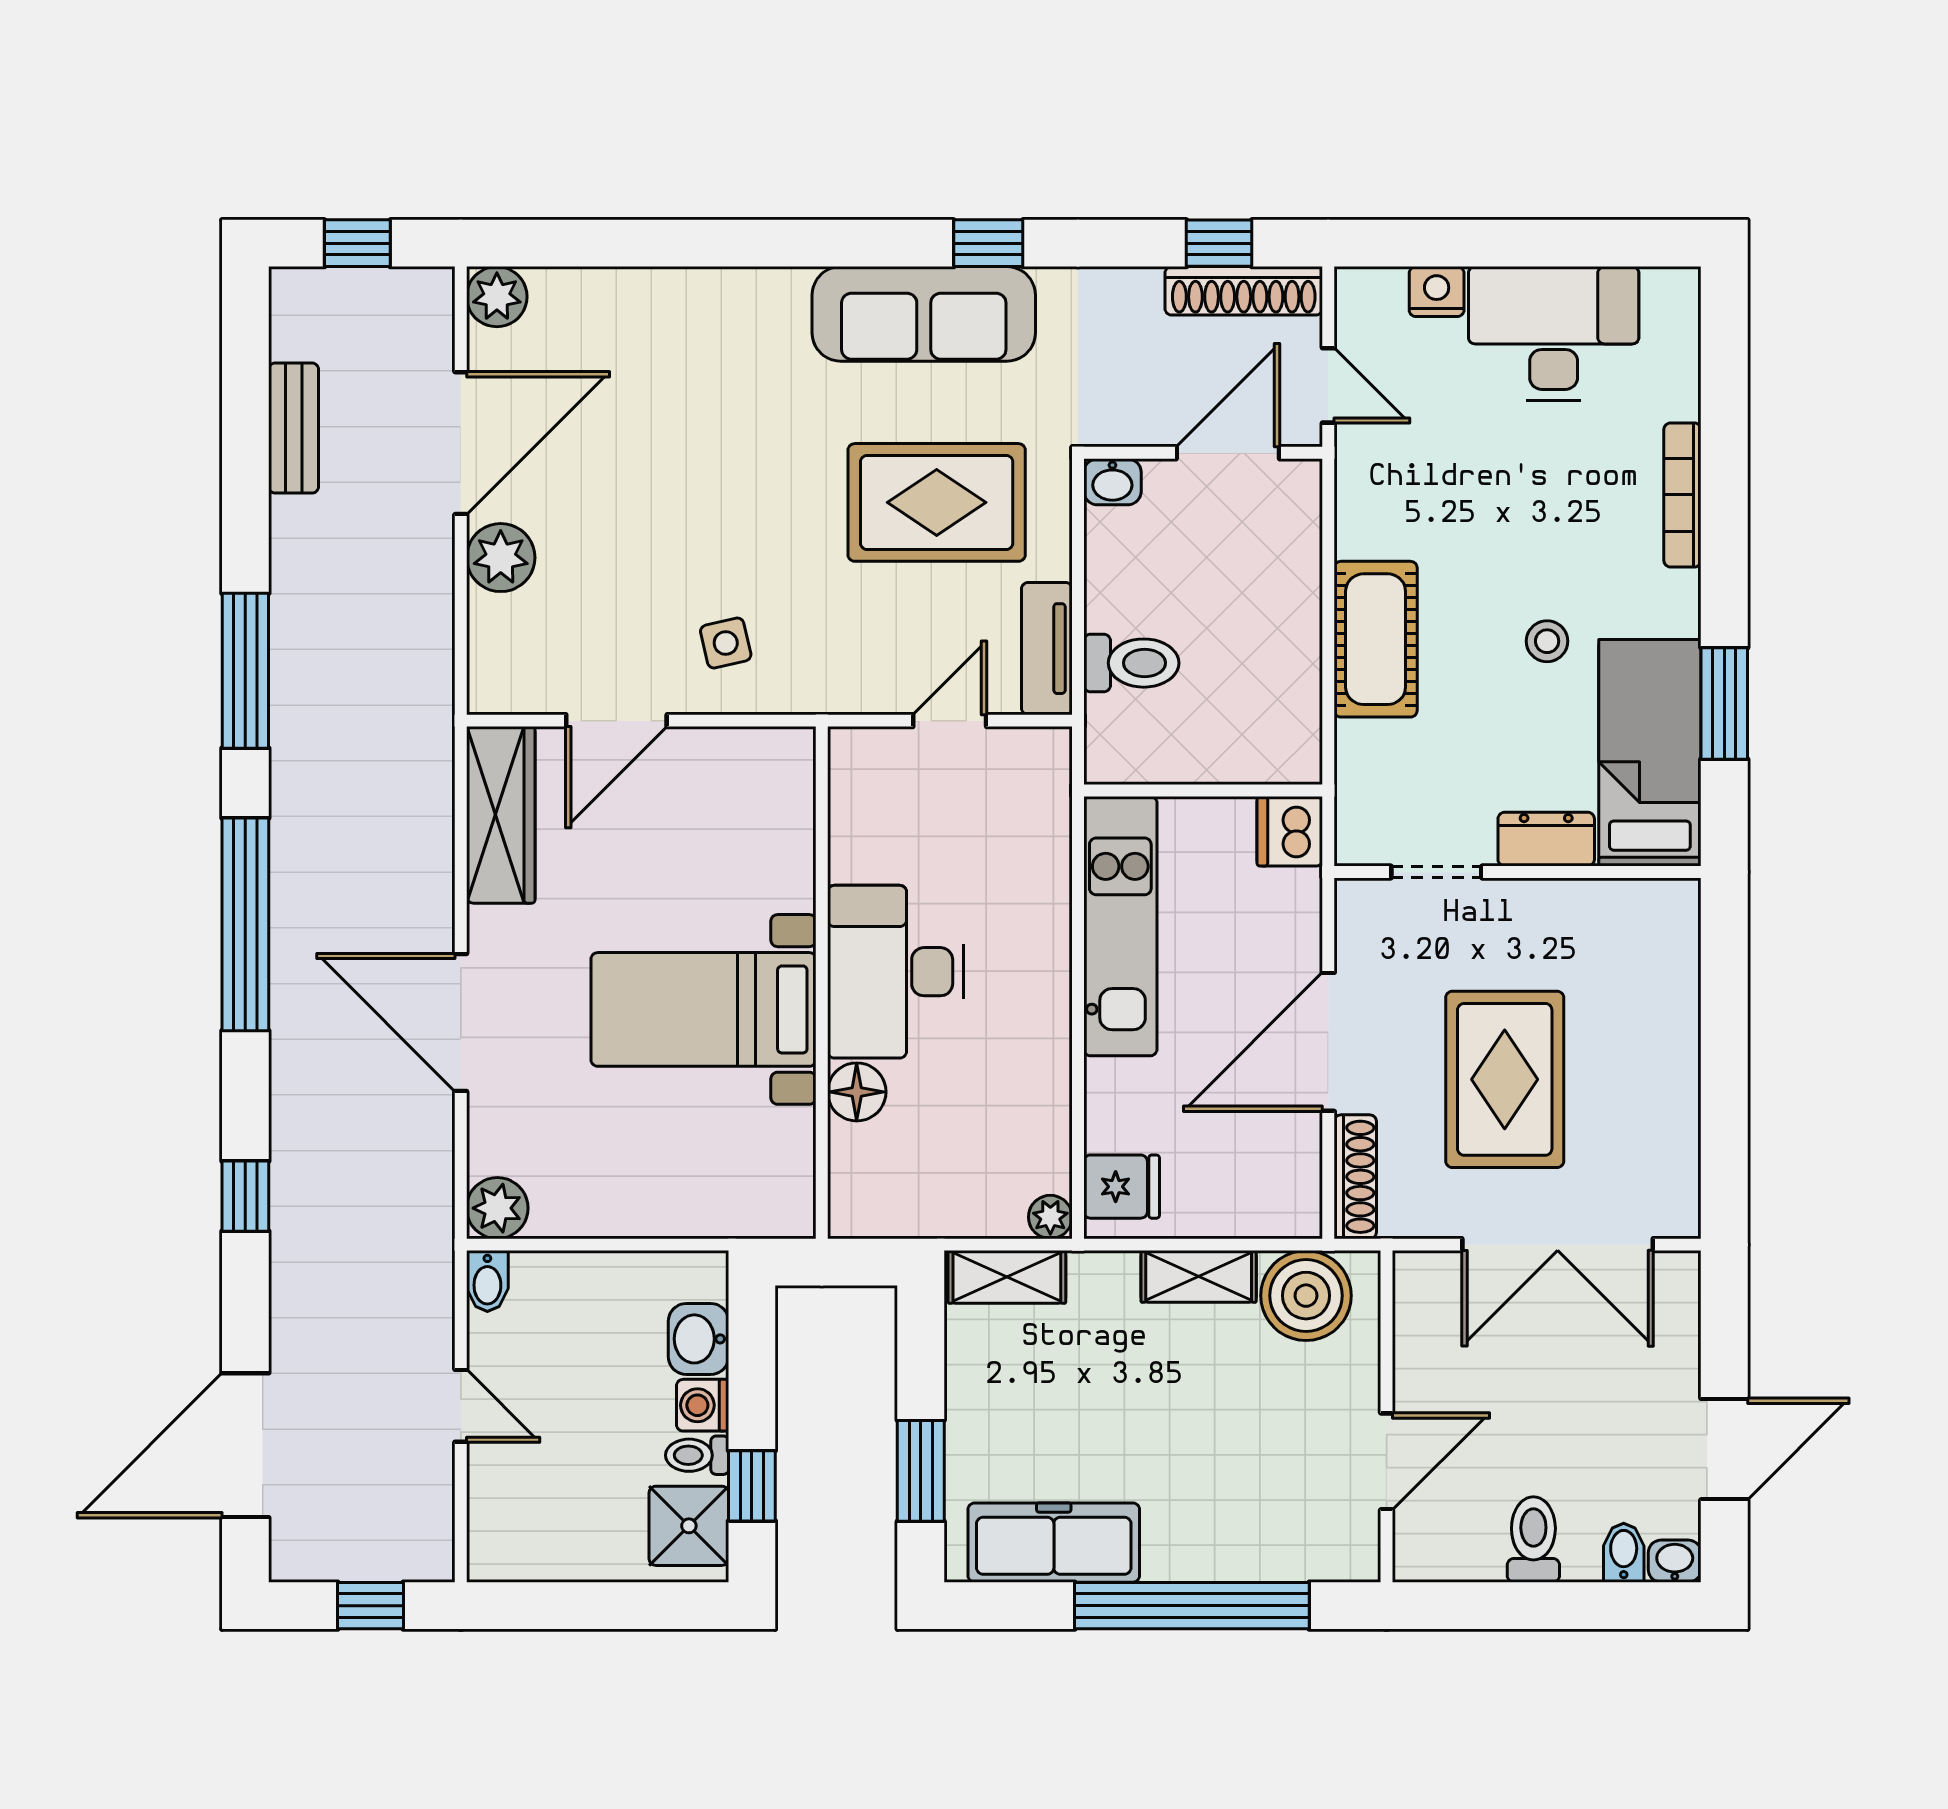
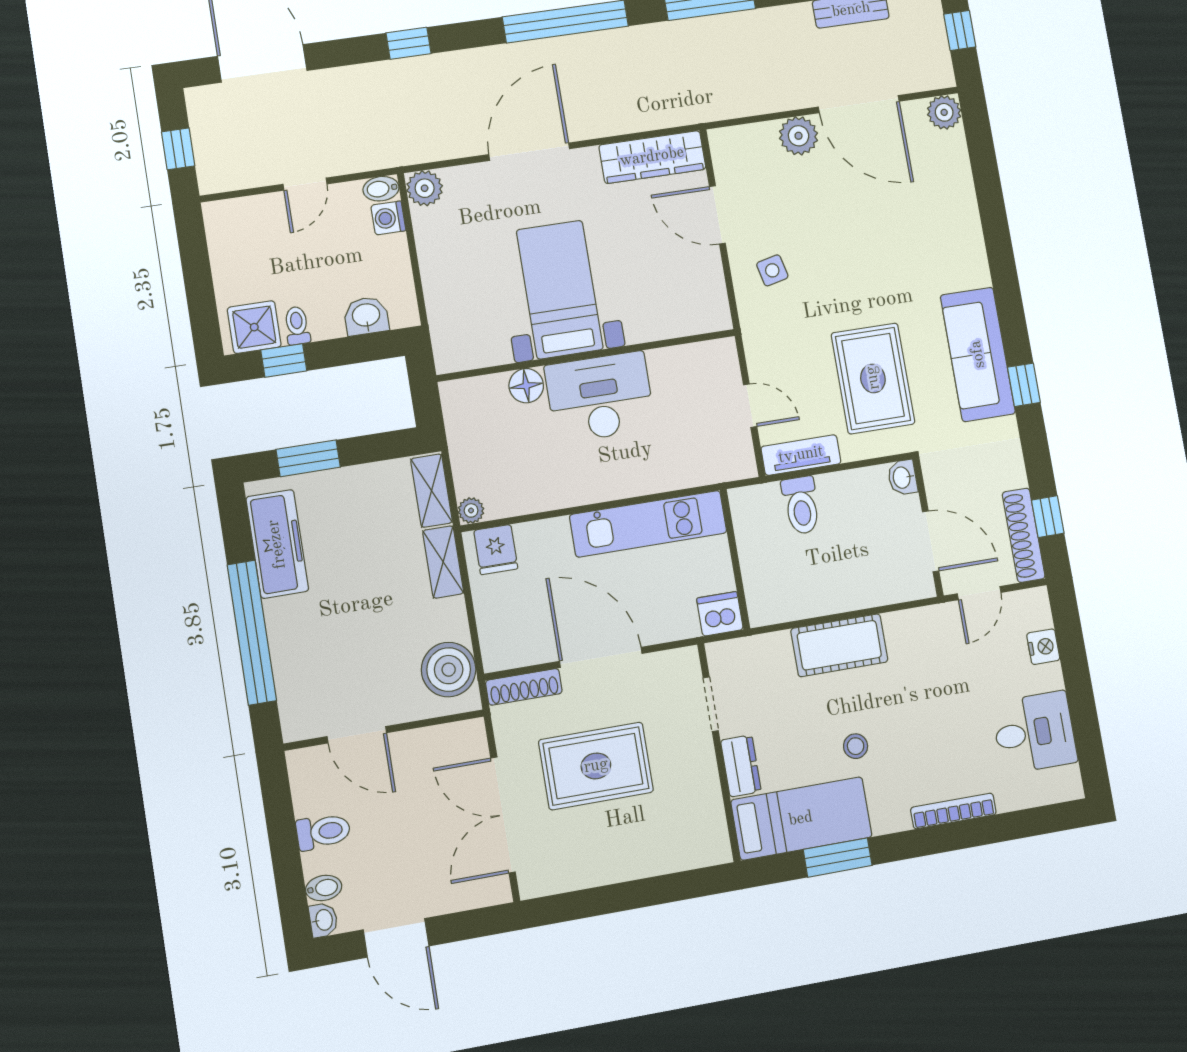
desk: (1554, 333) -> (1034, 732), width x0.73
shelving: (1199, 1276) -> (443, 562), moved
washing machine: (703, 1405) -> (388, 218), moved, turned -90

